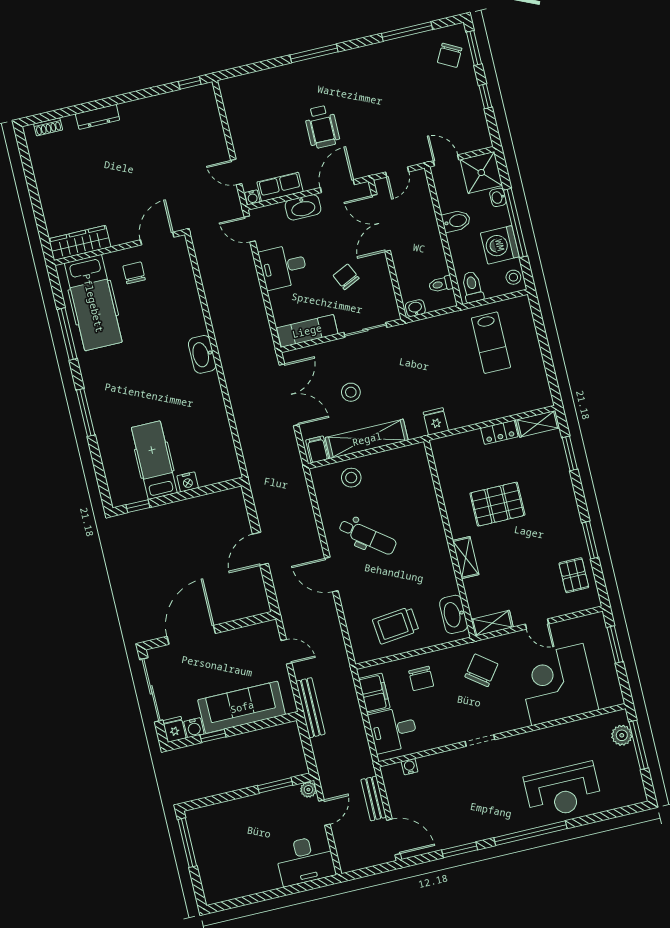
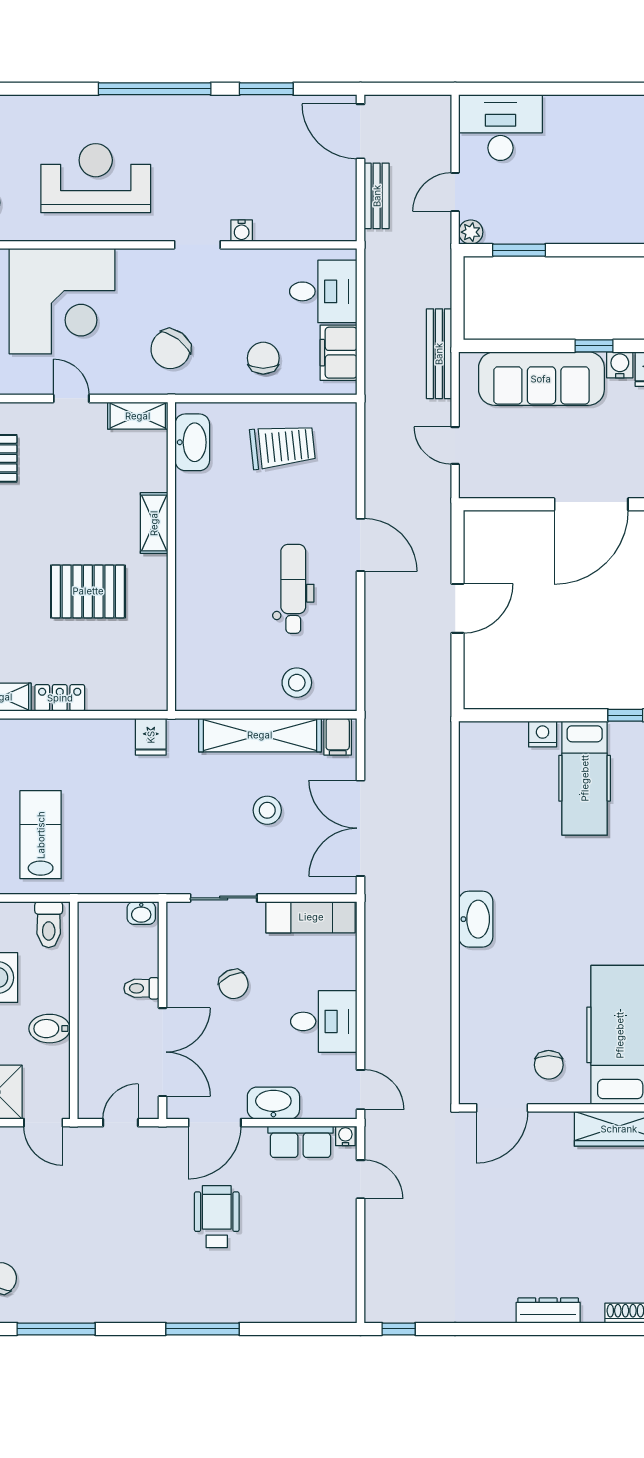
toilet: (441, 284) -> (141, 988), moved, turned 180
dental chair: (368, 537) -> (293, 589), turned 53
water cooler: (410, 767) -> (242, 231), moved
reception desk: (563, 791) -> (96, 178), moved

